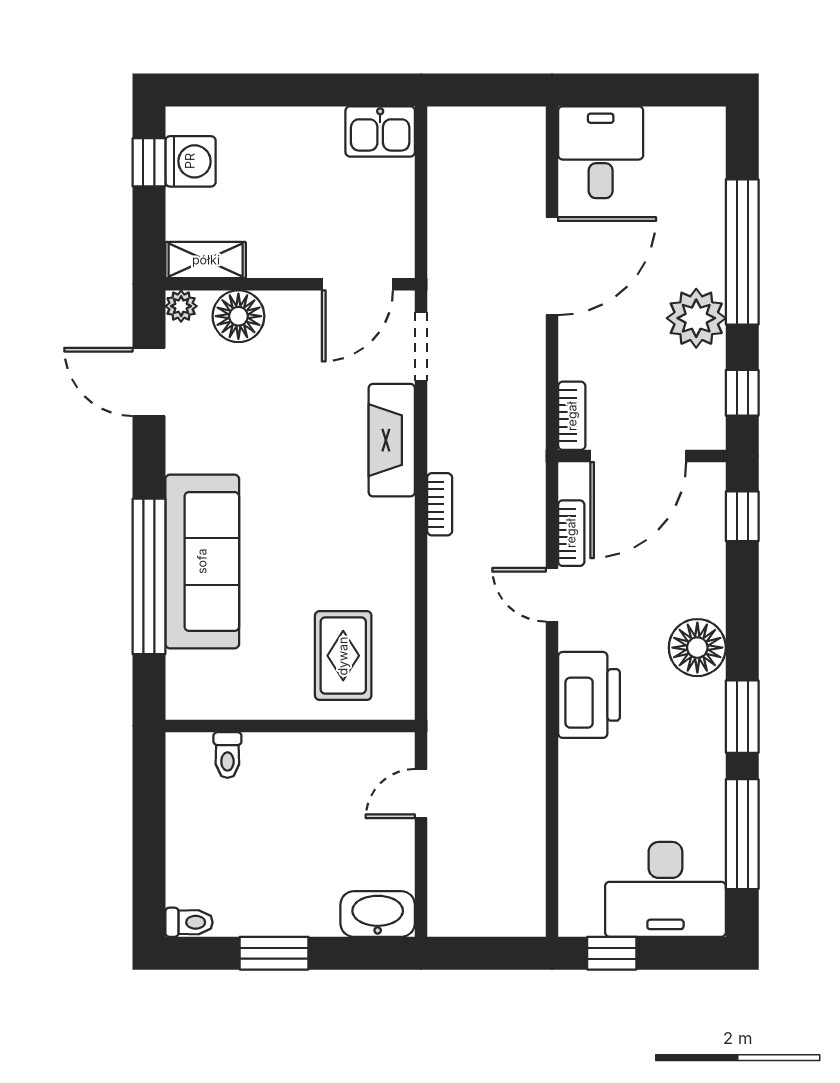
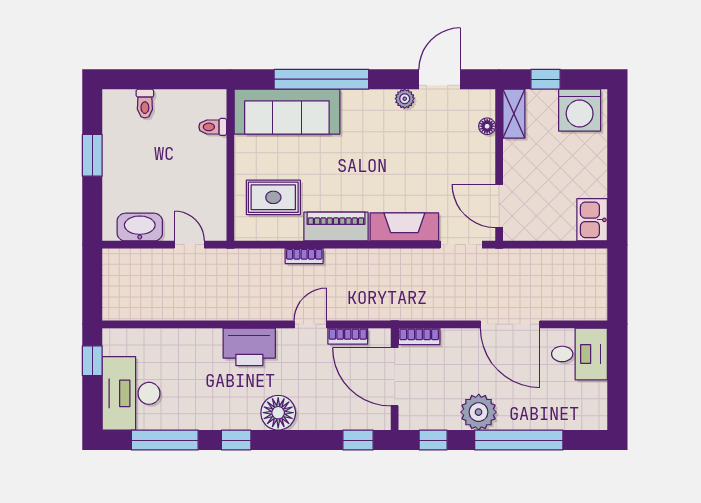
washing machine: (190, 161) -> (580, 110), width x1.37, depth x1.37
window: (149, 162) -> (546, 79), moved
plant: (181, 306) -> (405, 99), moved
floor lamp: (238, 316) -> (487, 126), width x0.53, depth x0.53
bookcase: (440, 504) -> (304, 256), moved
piano: (391, 553) -> (336, 227), added
sofa: (202, 561) -> (287, 112), moved
window: (742, 717) -> (236, 440), width x0.67
washbasin: (378, 914) -> (140, 227), moved, turned -90
toilet: (189, 922) -> (145, 104), moved

